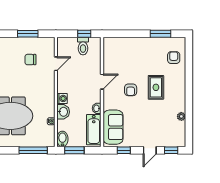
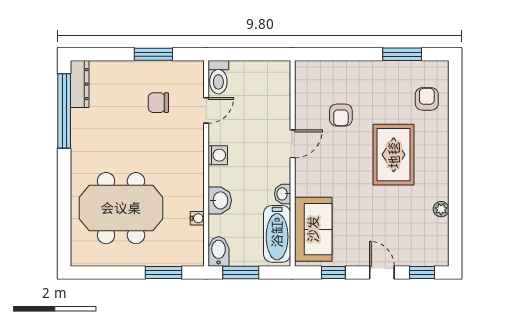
window: (84, 34) -> (259, 54), removed
toilet: (83, 46) -> (218, 77), moved
rug: (156, 87) -> (394, 155), width x1.36, depth x1.43
armchair: (131, 90) -> (341, 115), moved
washing machine: (62, 98) -> (218, 155), moved
window: (33, 150) -> (163, 272), width x0.69
door: (150, 150) -> (382, 272), swing flipped

